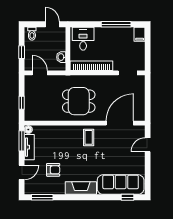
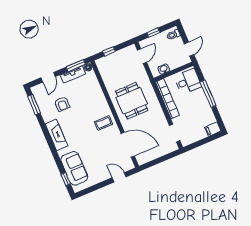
window: (116, 24) -> (208, 94), moved
door: (22, 172) -> (48, 77), hinge flipped
sofa: (121, 185) -> (74, 168), width x0.73

